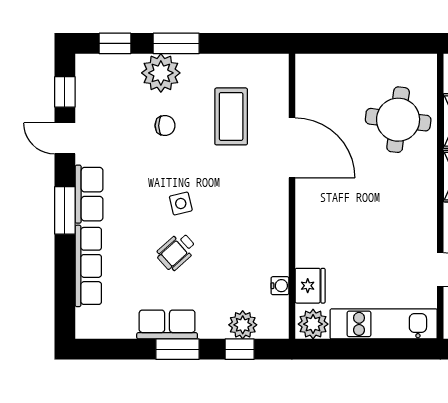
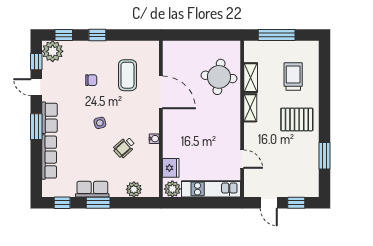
window: (176, 43) -> (97, 35), width x0.67
plant: (161, 73) -> (53, 51), moved
wheelchair: (176, 252) -> (124, 147), moved
water cooler: (280, 286) -> (154, 139), moved
window: (240, 349) -> (62, 203), moved

